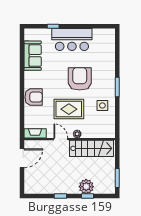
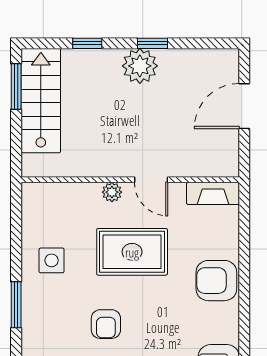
armchair: (80, 79) -> (106, 324), width x0.53, depth x0.53
stairs: (91, 148) -> (41, 101), moved, turned 90
door: (22, 158) -> (244, 106), moved
plant: (86, 187) -> (140, 66), moved

